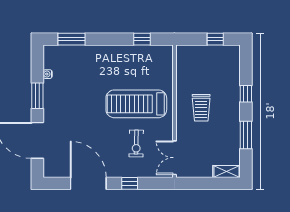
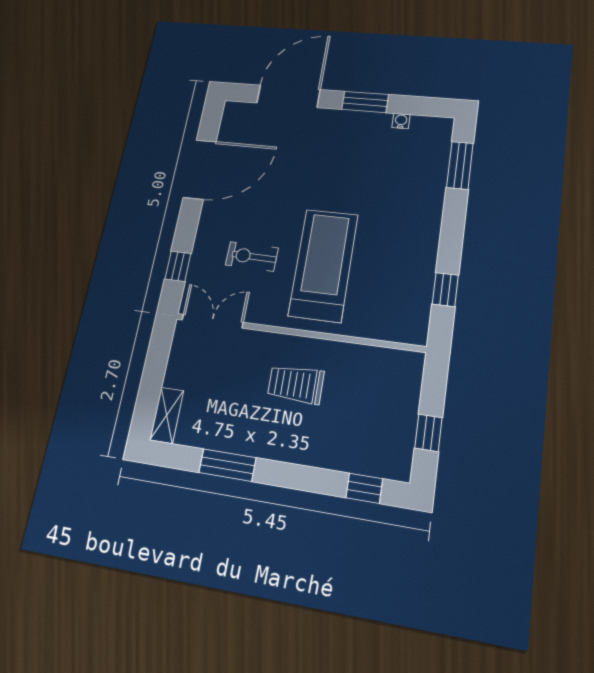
window: (246, 94) -> (364, 488), moved
window: (130, 183) -> (178, 266), moved

